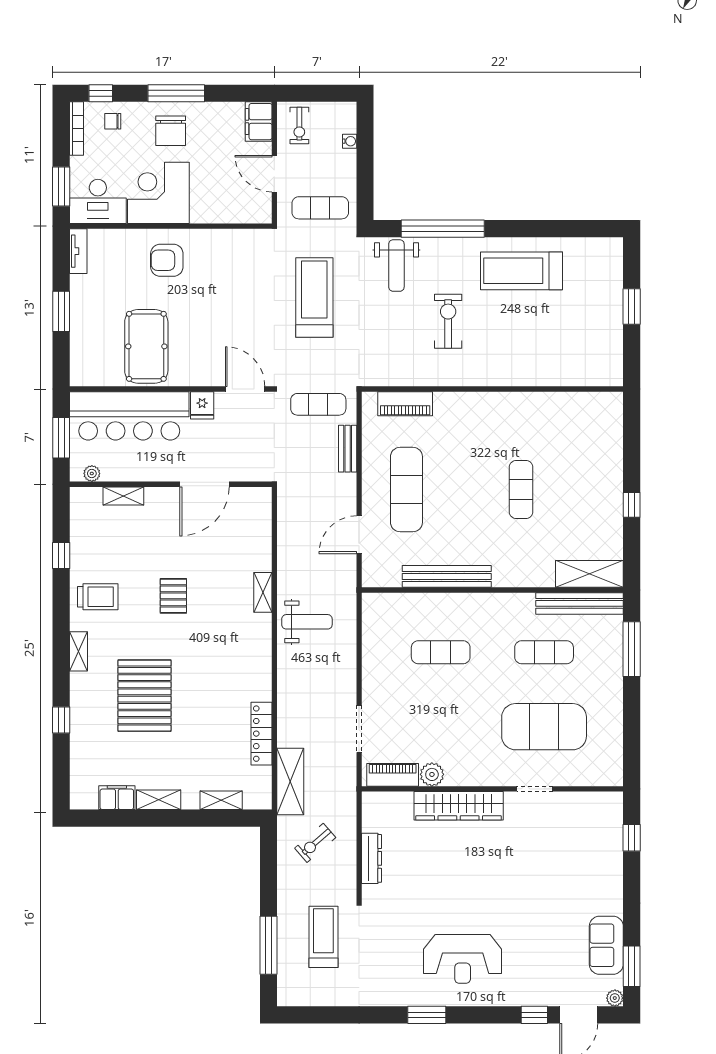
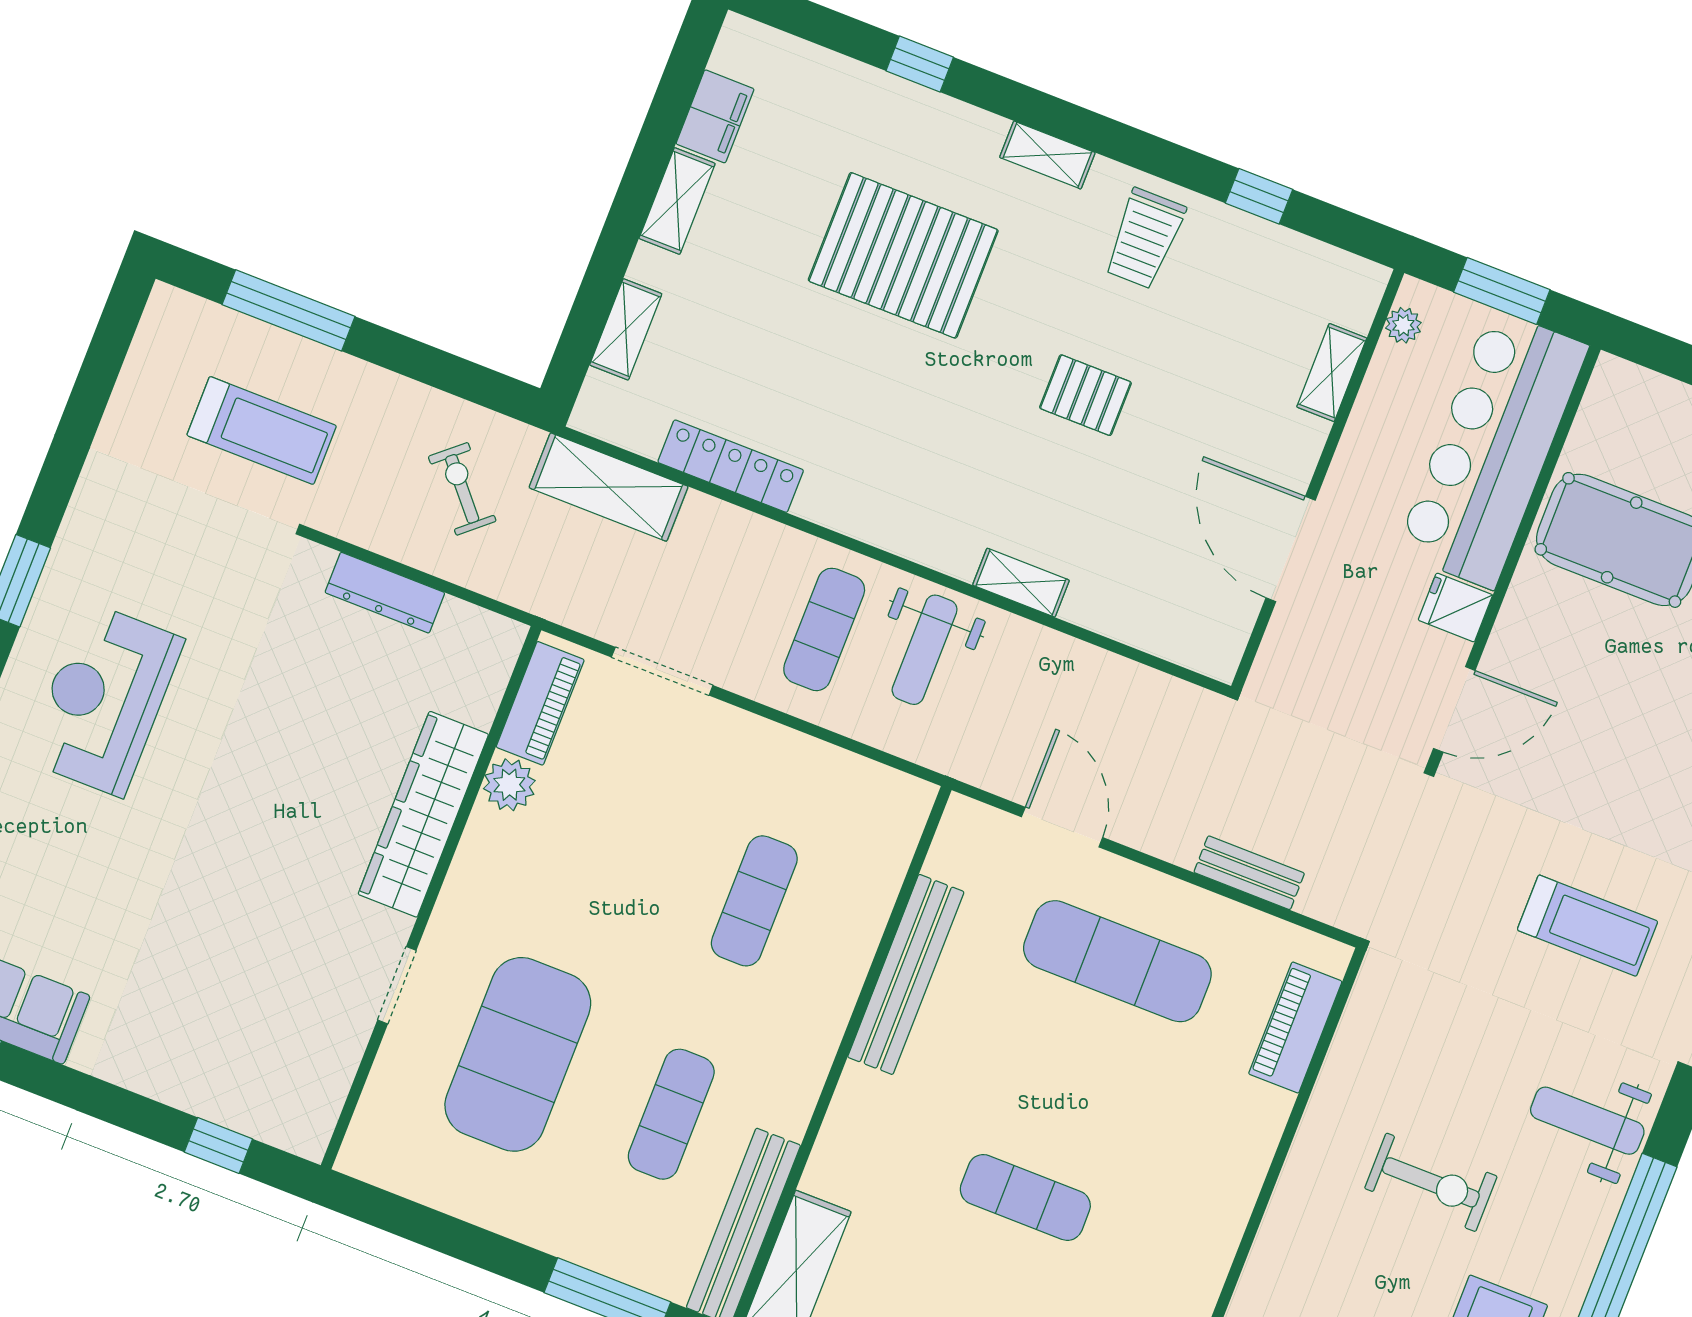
treadmill: (314, 297) -> (1587, 926), width x0.73, depth x0.73
exercise mat: (318, 404) -> (824, 629), moved

